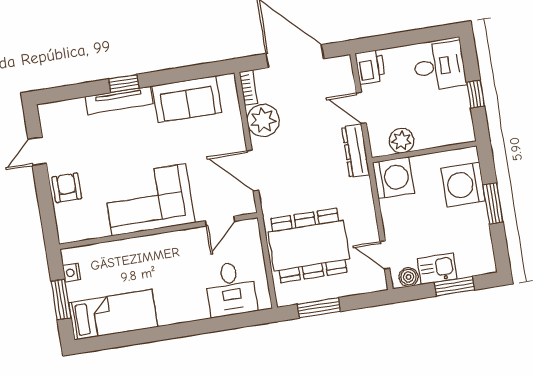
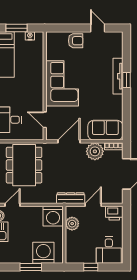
sofa: (187, 99) -> (105, 130), moved, turned 90

